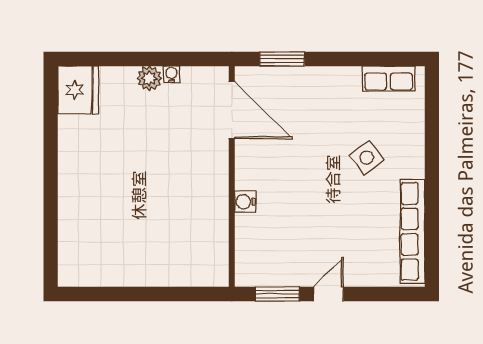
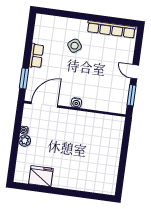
row of seats: (388, 78) -> (36, 56), moved
fridge: (78, 90) -> (41, 176), moved
water cooler: (245, 202) -> (76, 103), moved

